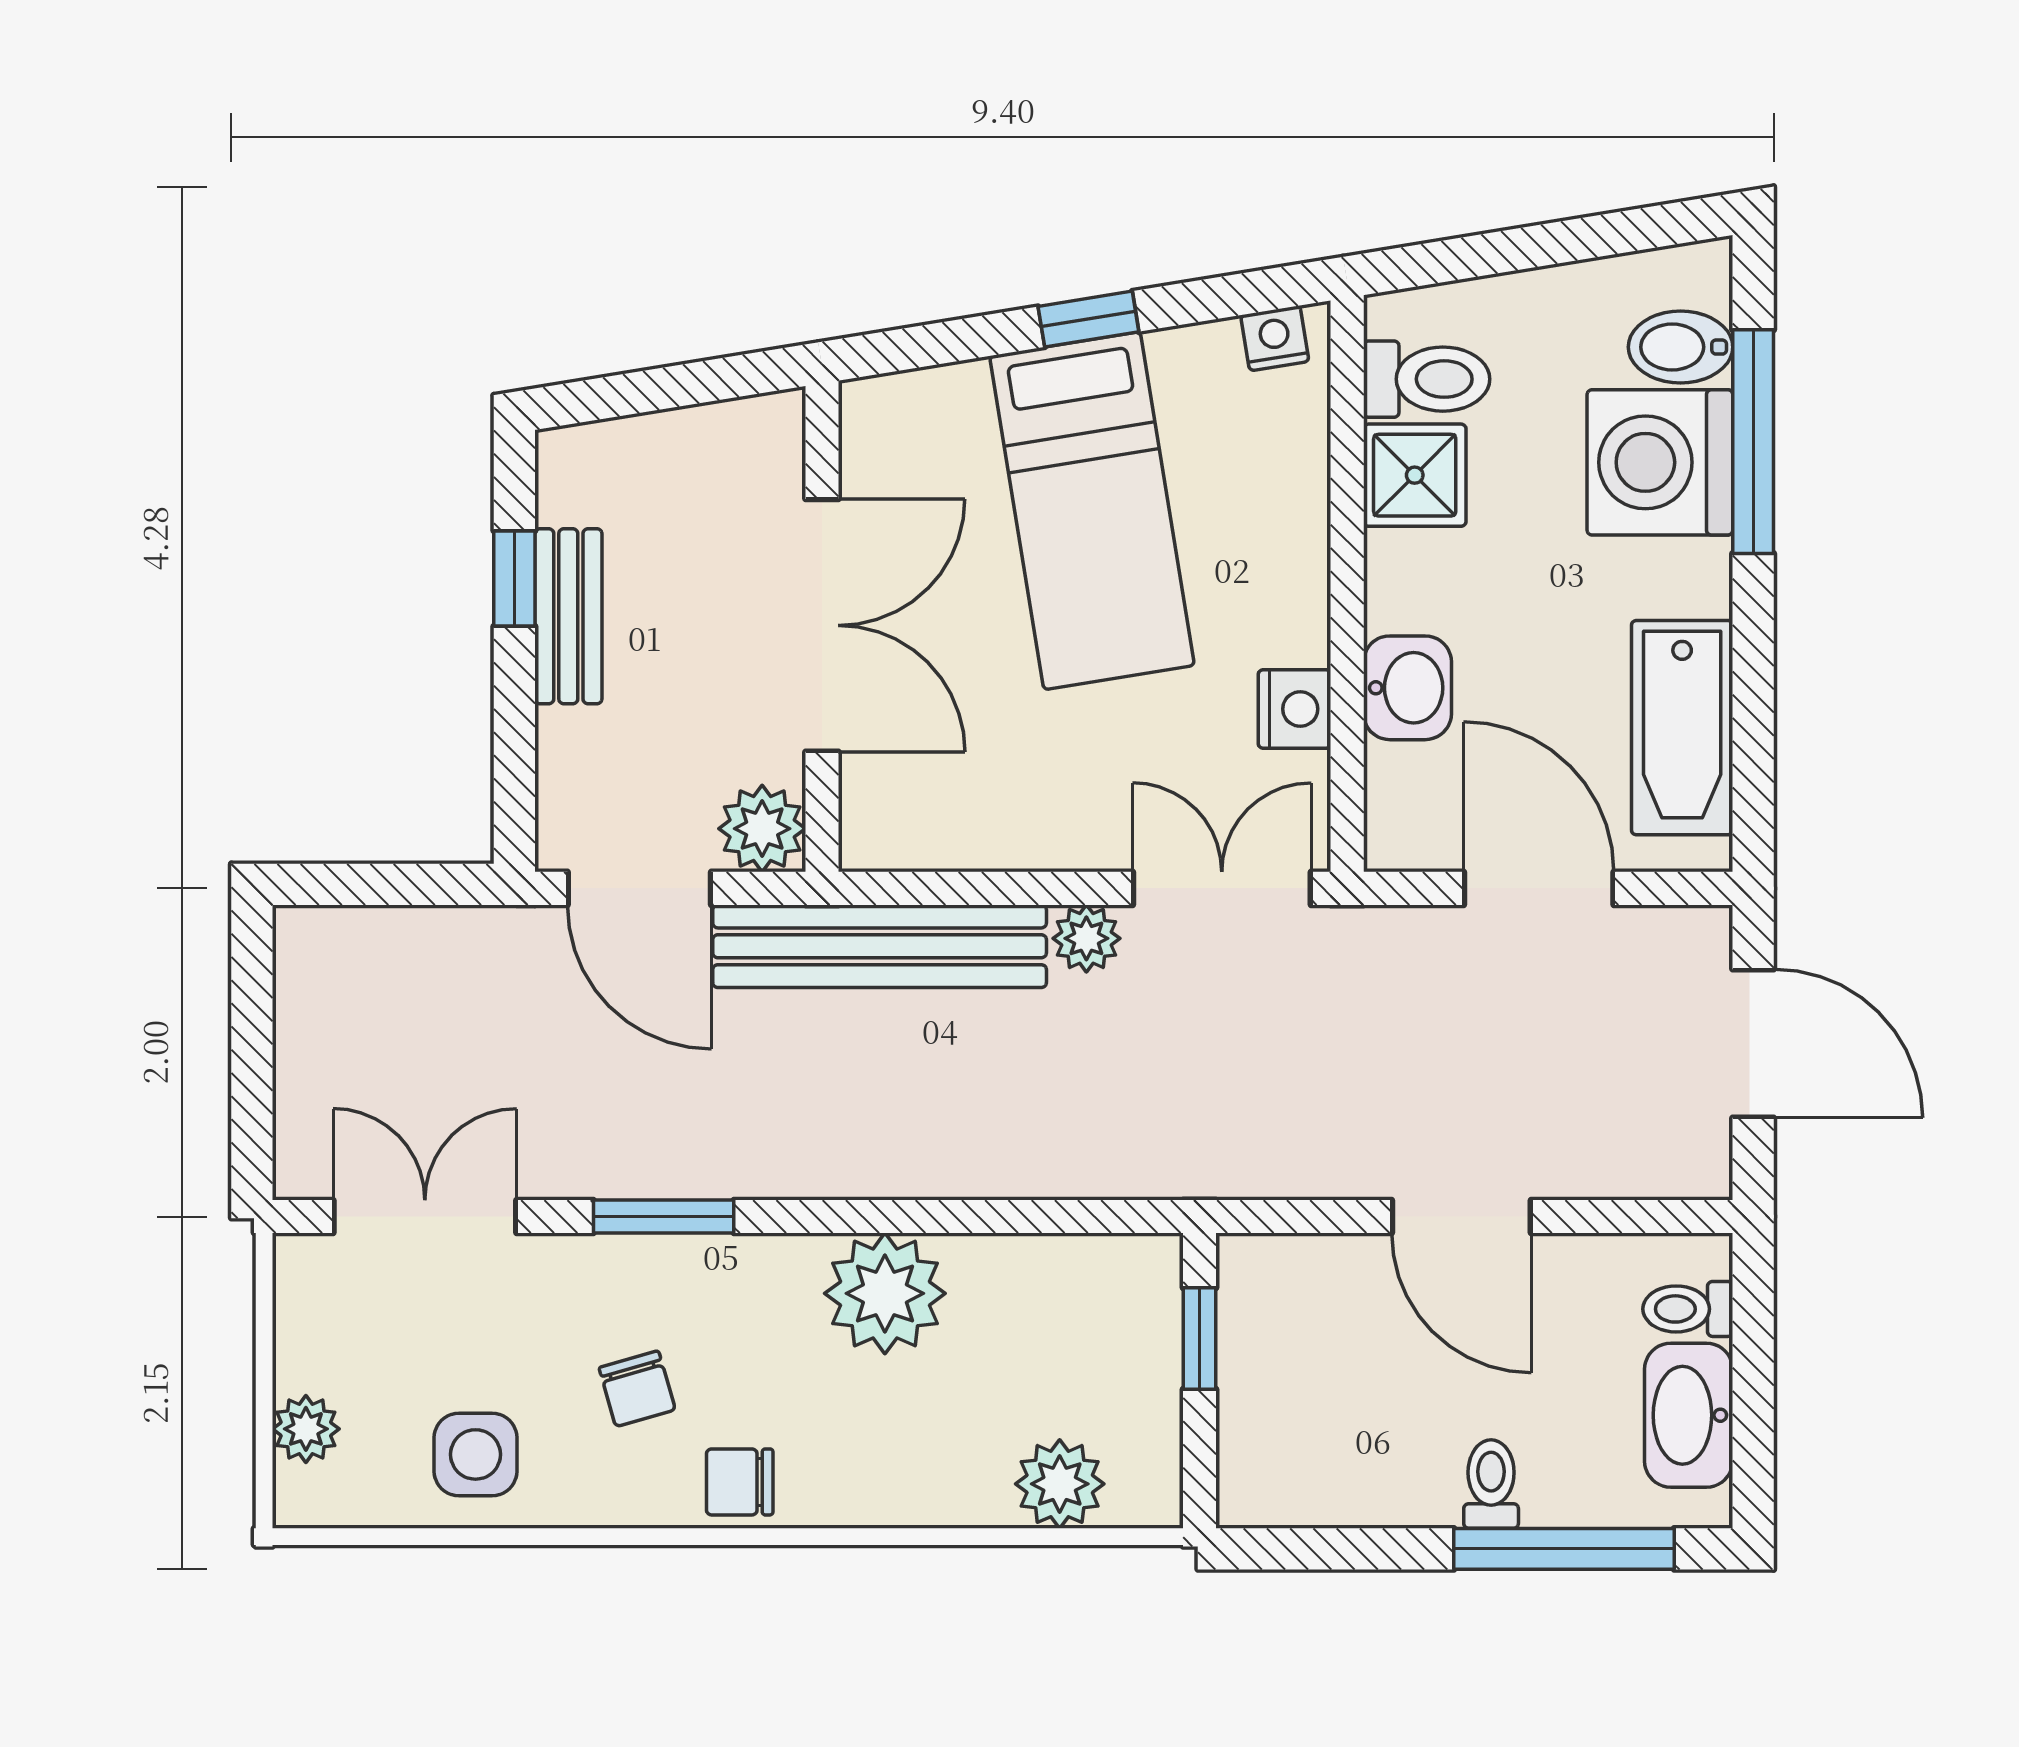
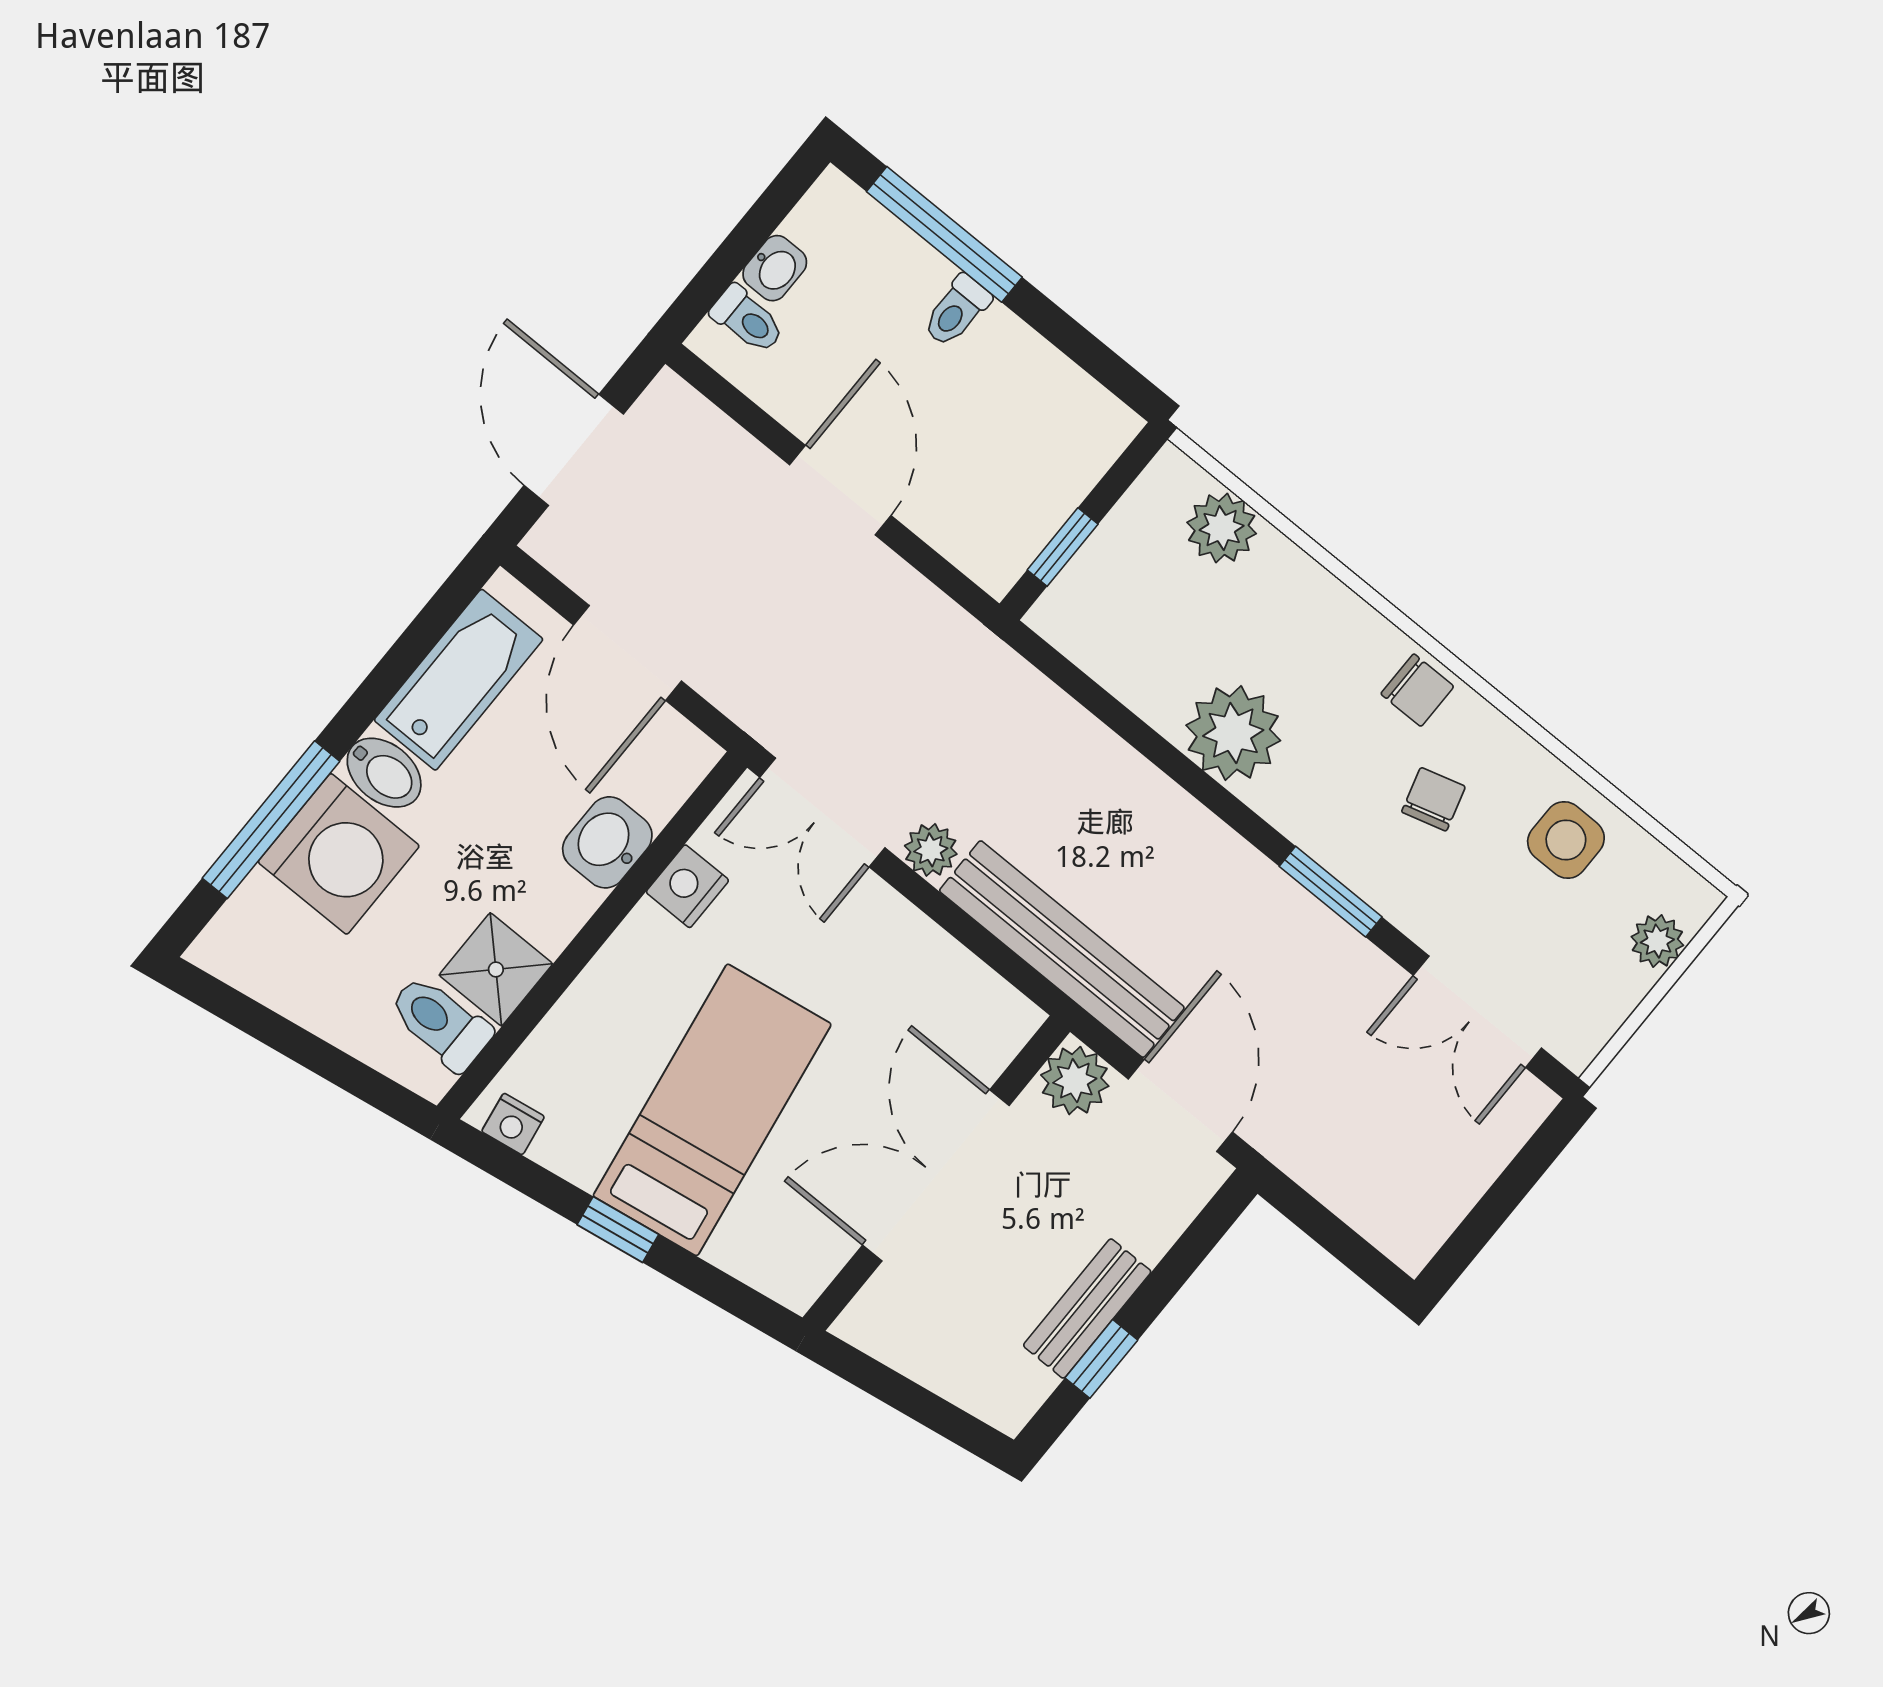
bidet: (1681, 347) -> (384, 773), moved
washbasin: (1689, 1415) -> (775, 268), width x0.52, depth x0.69

